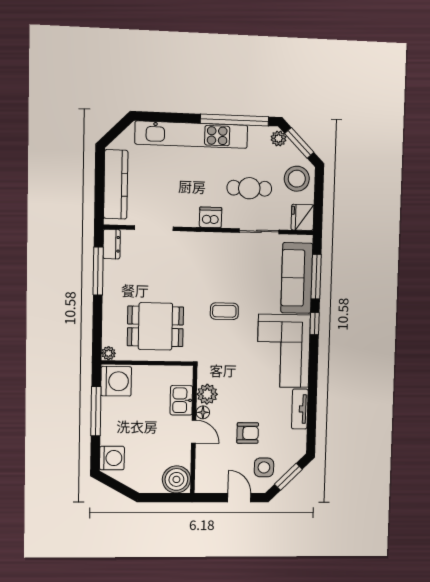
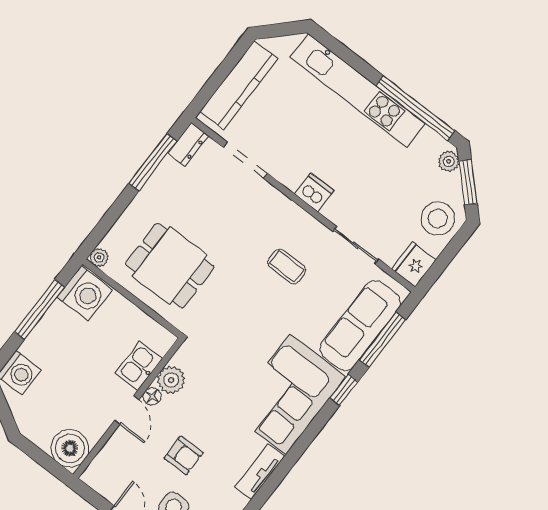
cafe table: (249, 188) -> (379, 192), removed
coffee table: (224, 311) -> (287, 266), moved

